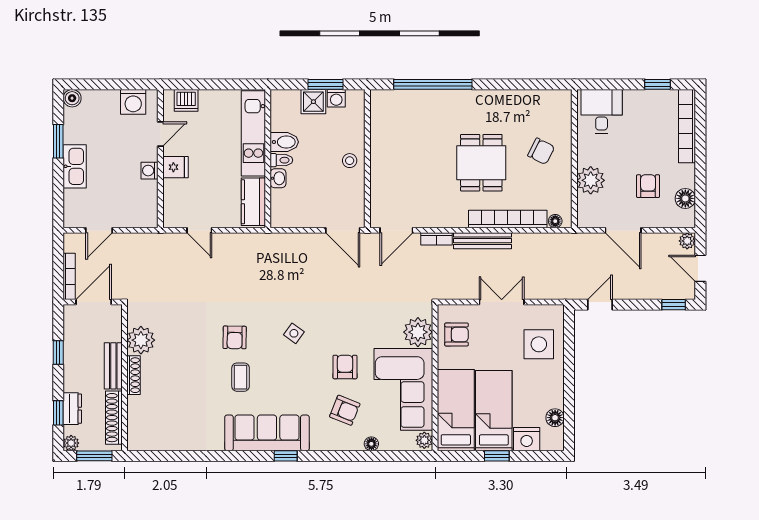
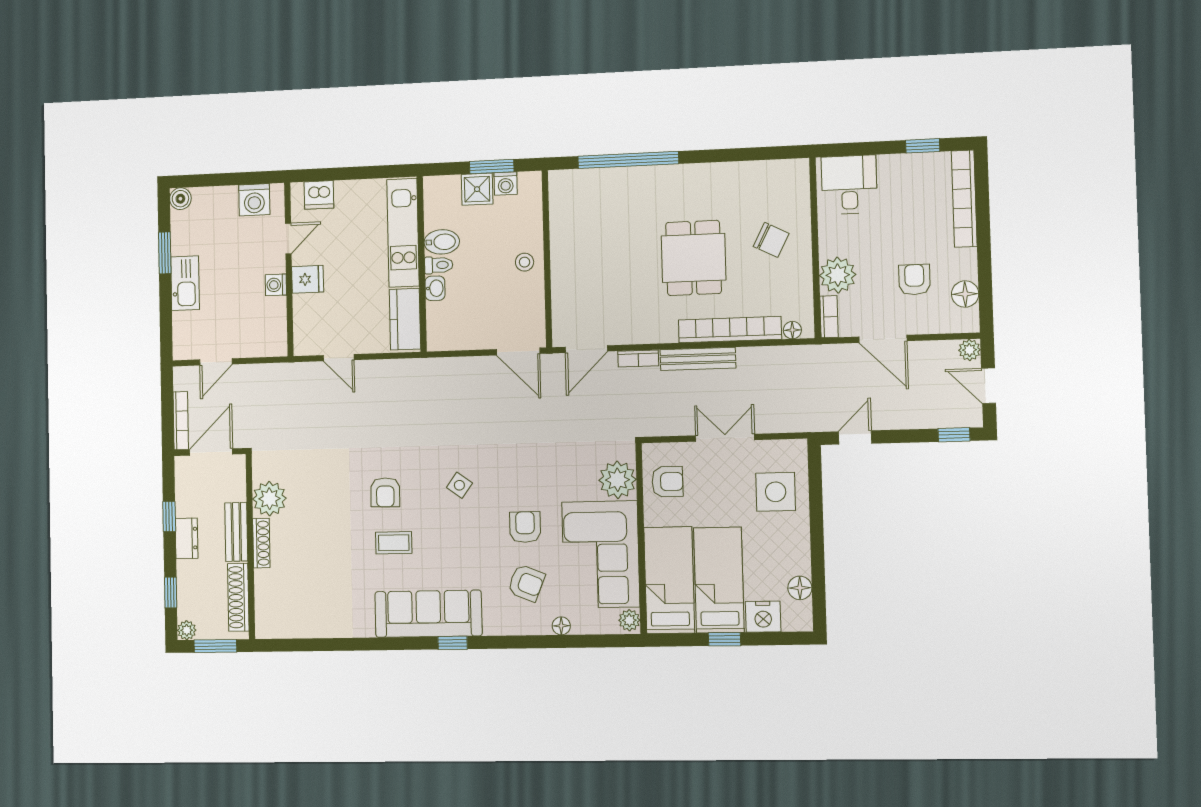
bookcase: (583, 212) -> (829, 317), added
coffee table: (241, 377) -> (394, 543), turned 90
dresser: (72, 409) -> (187, 538), moved

